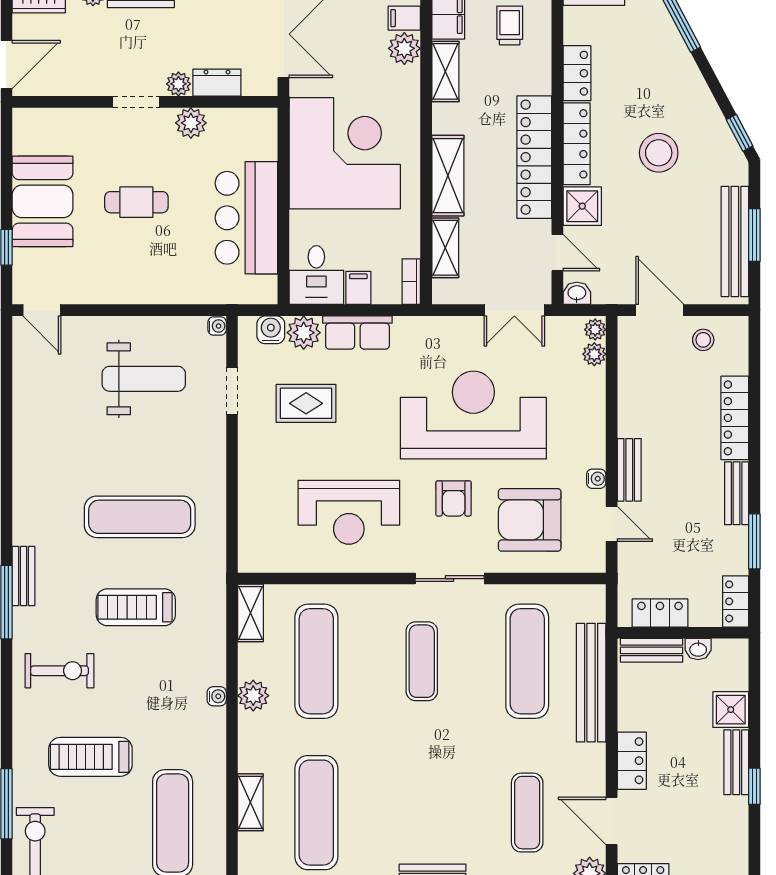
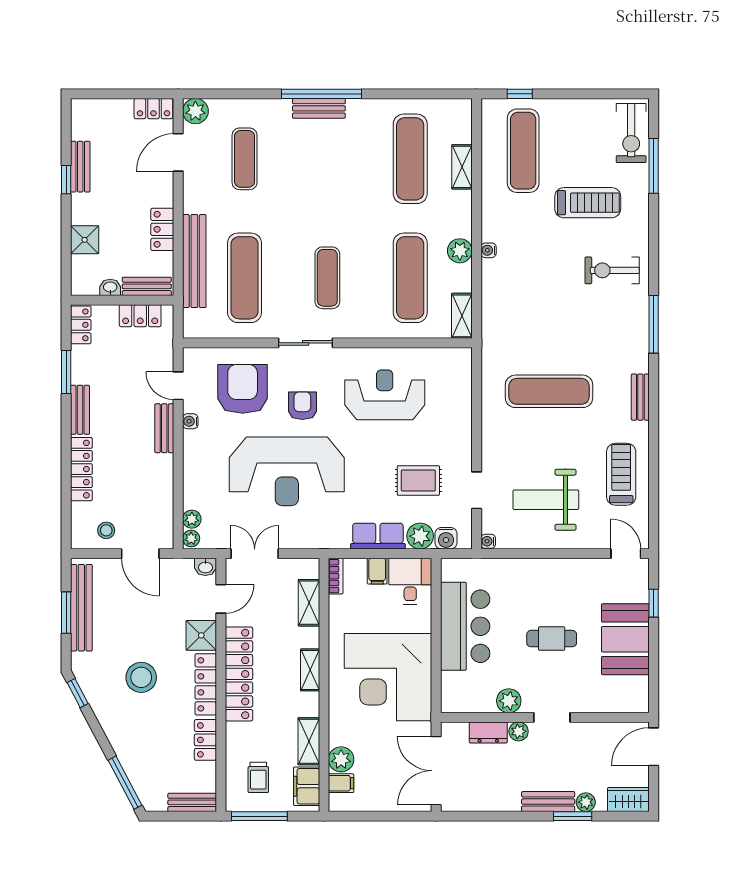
shelving: (448, 176) -> (310, 670), width x0.67, depth x0.75
door: (557, 253) -> (221, 599), swing flipped
armchair: (530, 520) -> (243, 389), turned -90
bench: (23, 576) -> (640, 397), moved
treadmill: (136, 607) -> (621, 474), moved, turned -90
locker: (632, 761) -> (162, 229), moved
bench: (736, 762) -> (80, 167), moved
door: (612, 821) -> (178, 152), swing flipped

